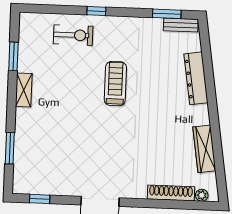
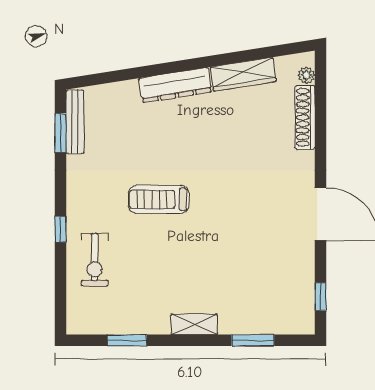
bench: (181, 25) -> (75, 122), width x1.36
exercise bike: (73, 35) -> (95, 260), turned 180
dresser: (196, 78) -> (175, 85), moved
shelving: (24, 90) -> (194, 324), moved

